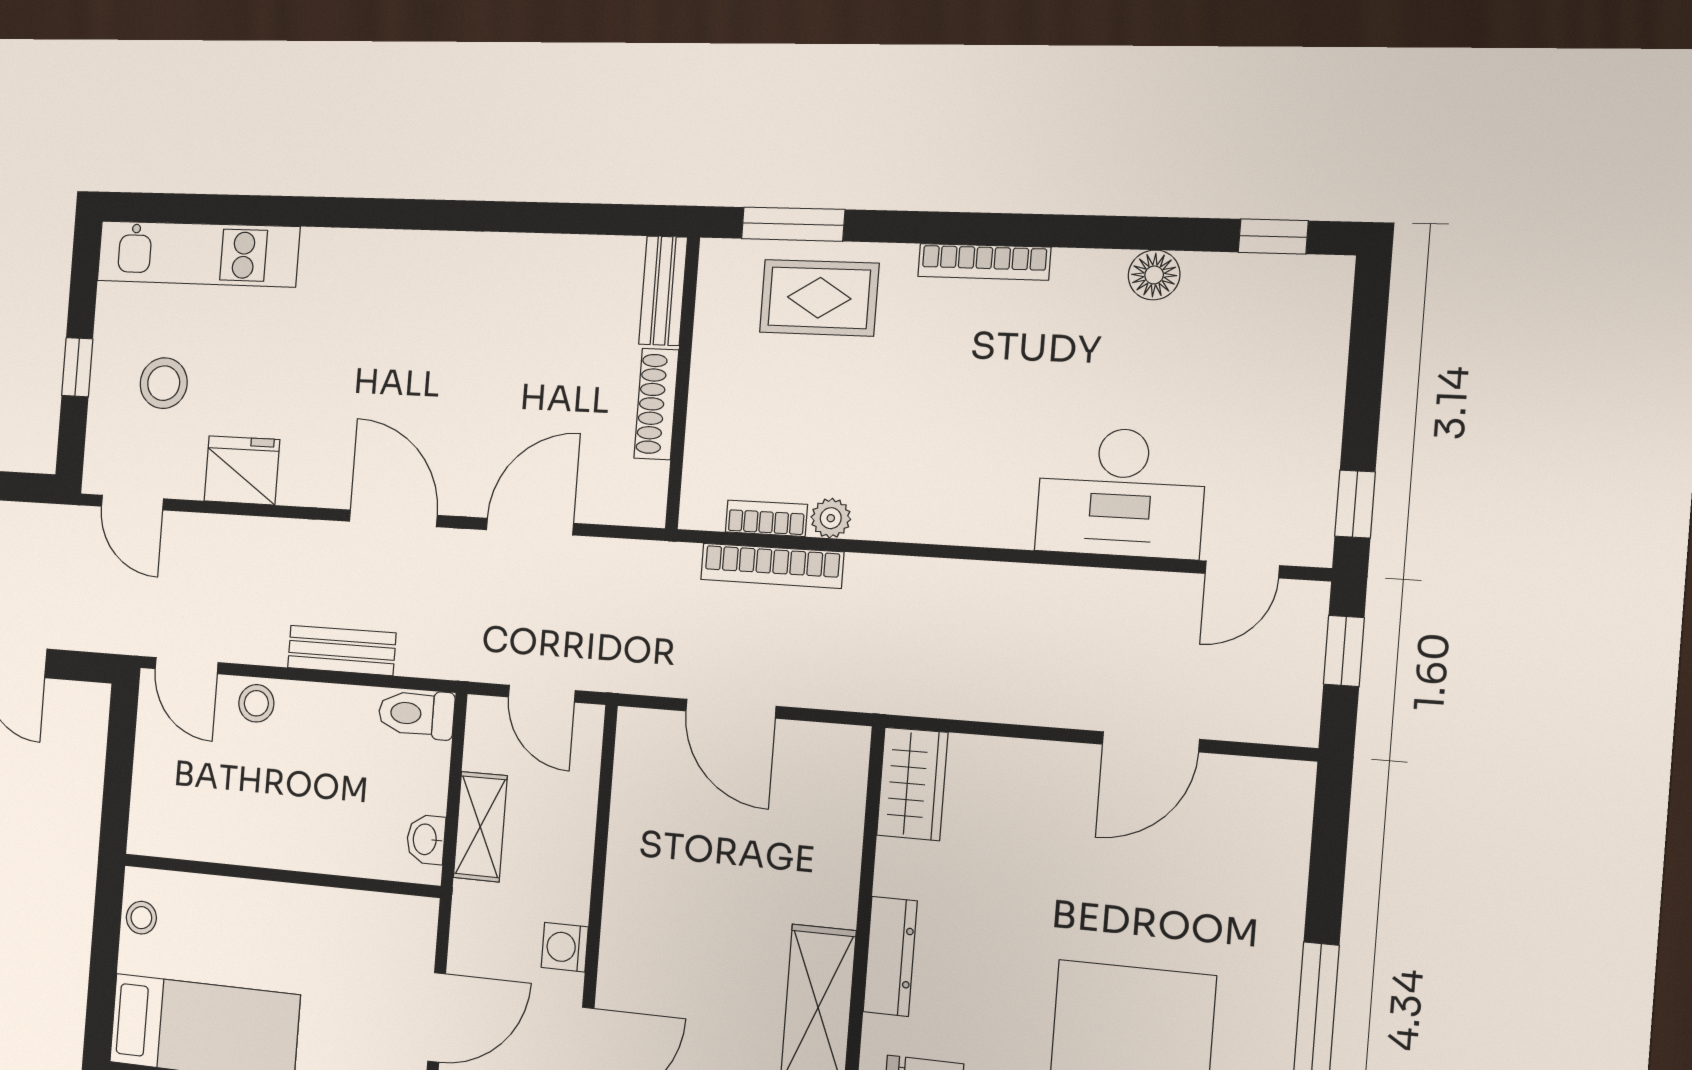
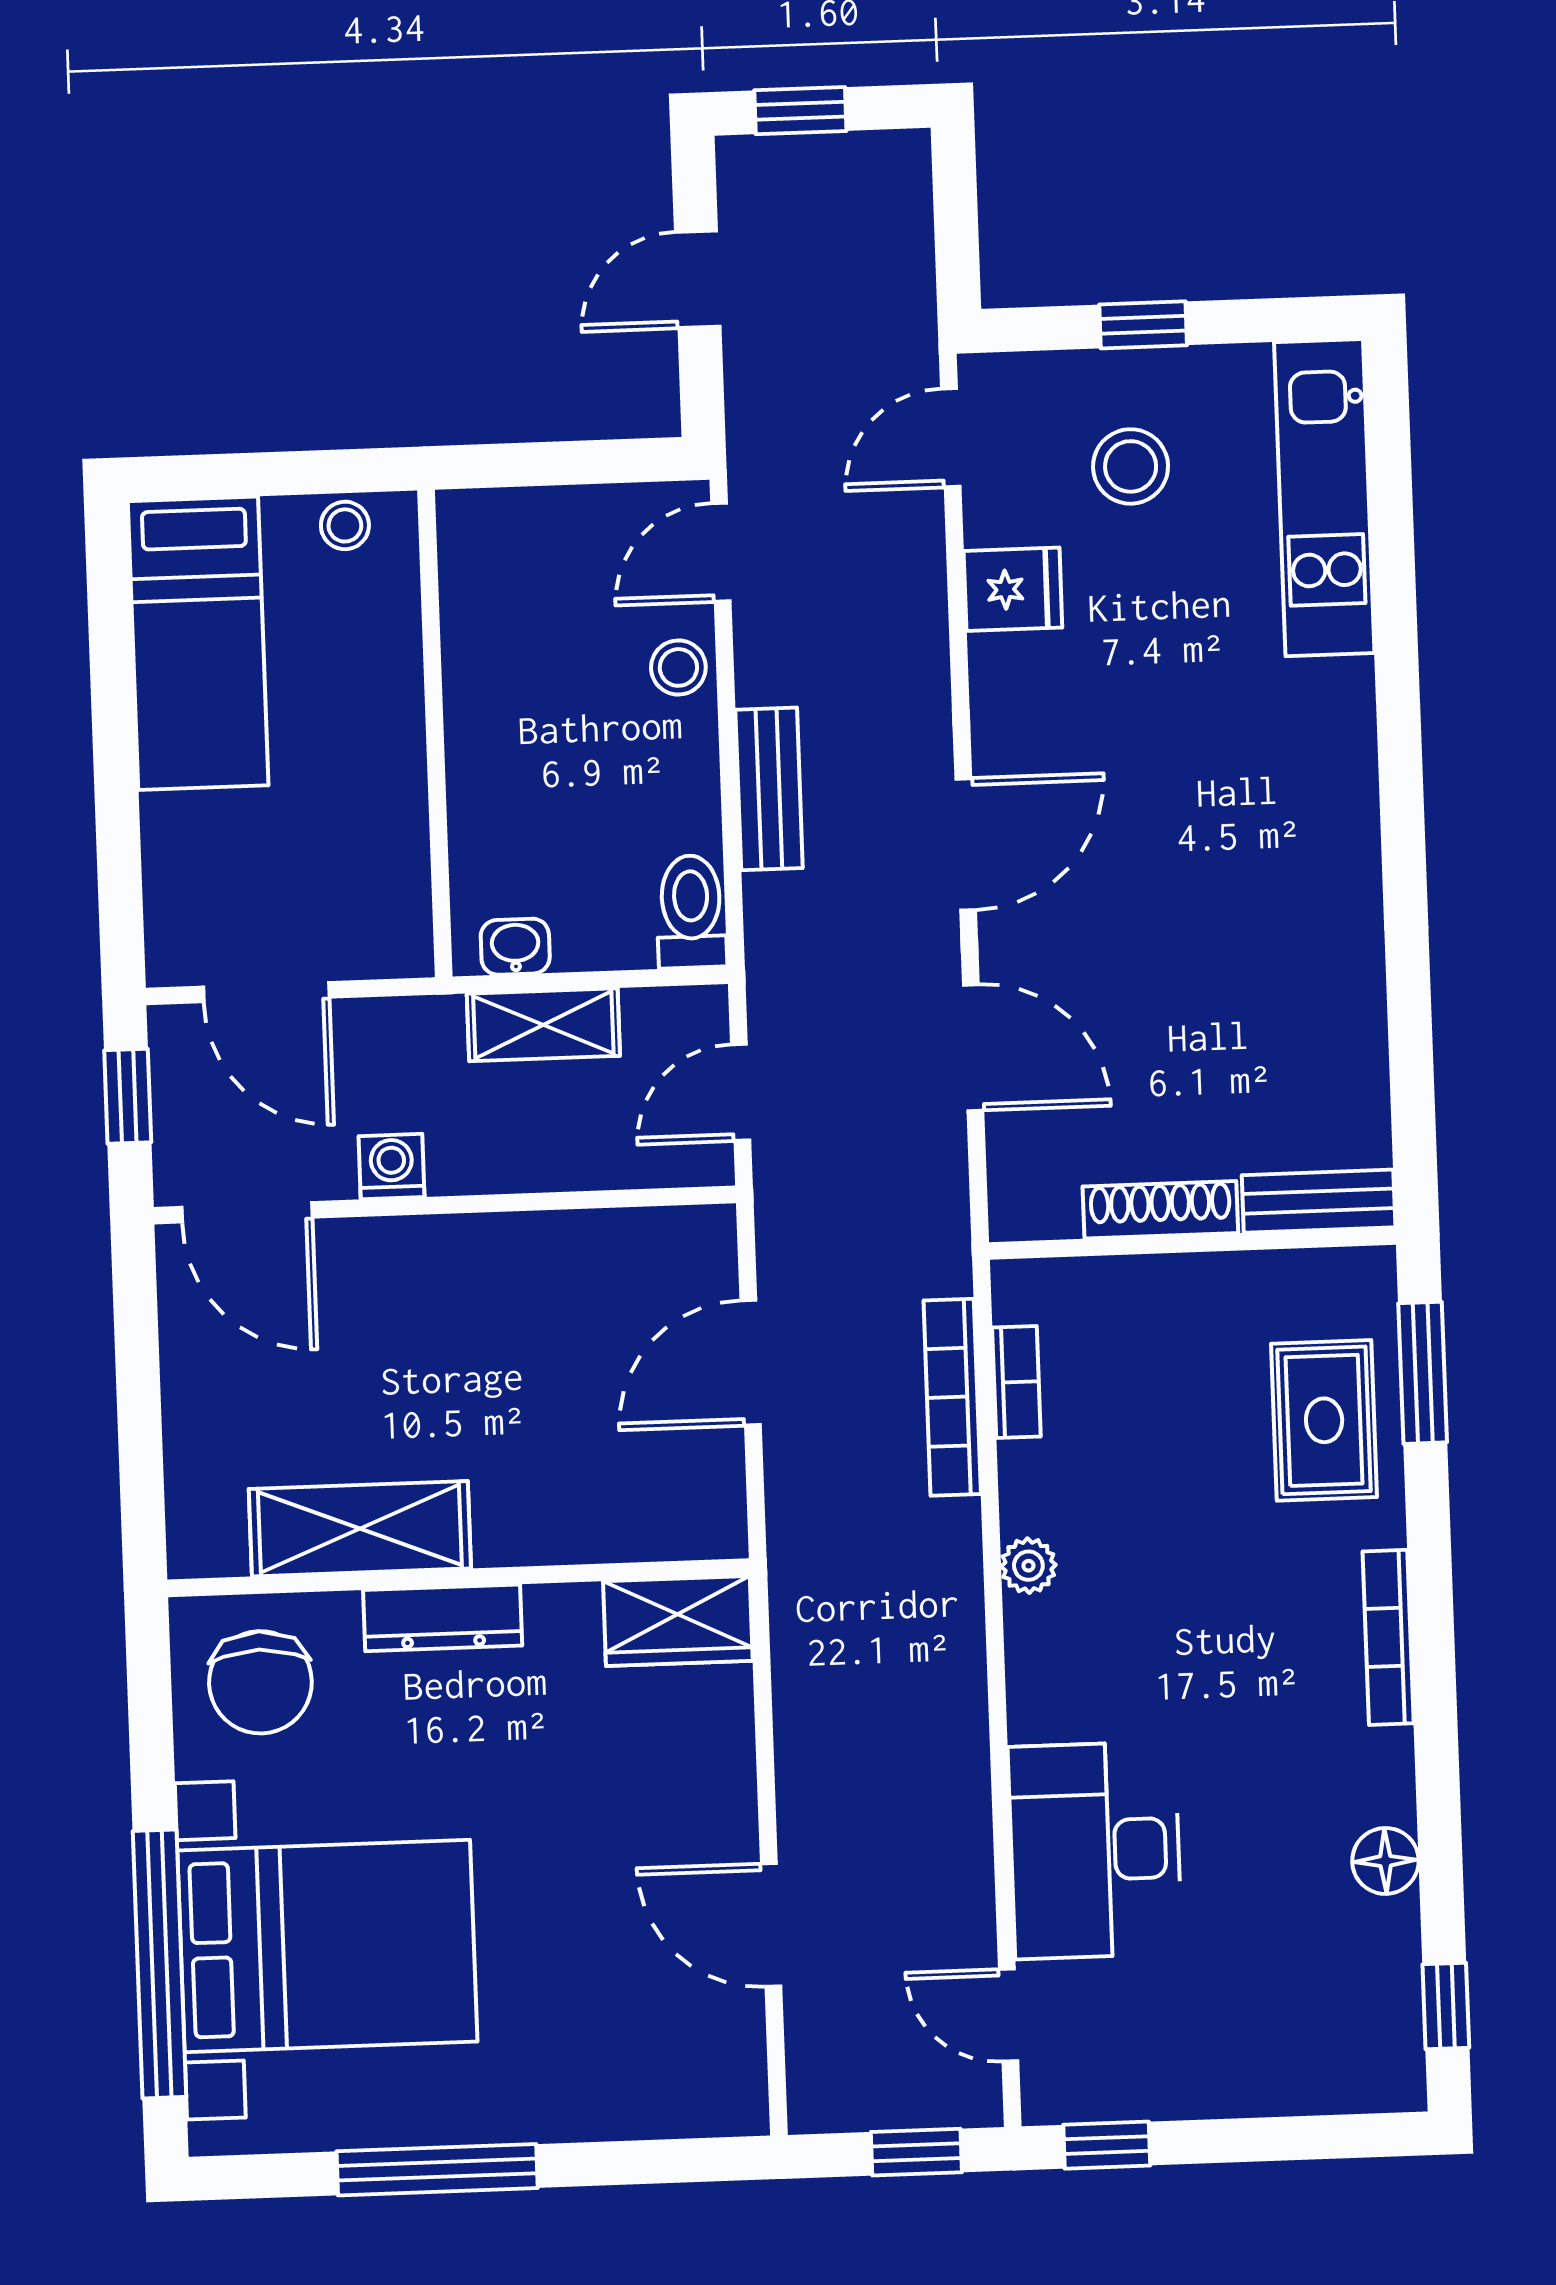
fridge: (242, 470) -> (1013, 589), width x0.72
plant: (831, 518) -> (1028, 1566), moved

